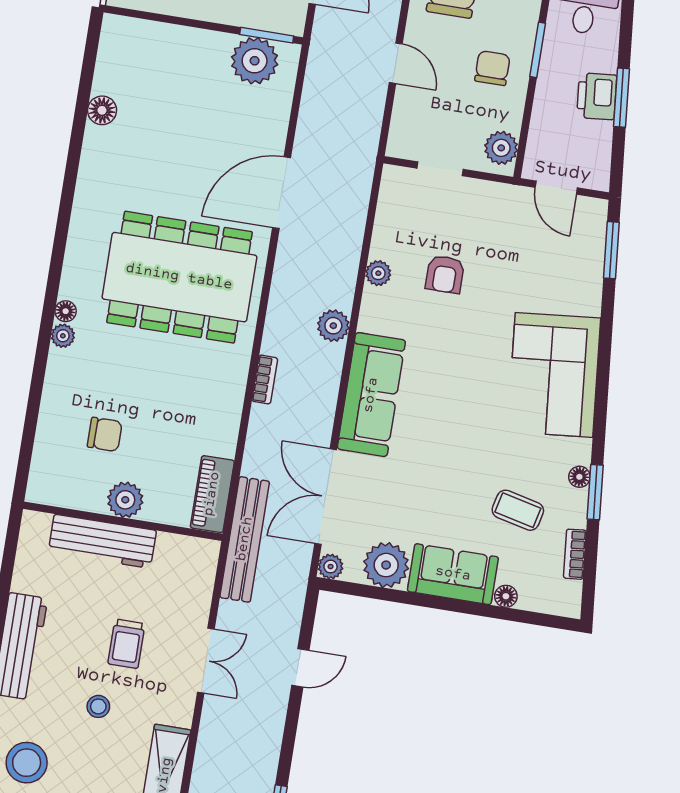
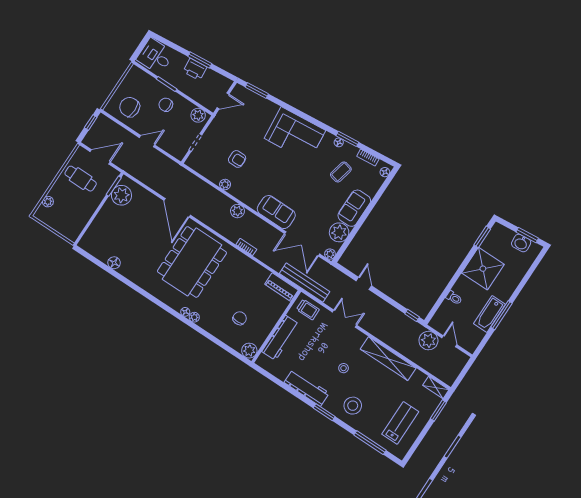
sofa: (371, 395) -> (276, 212), width x0.73
plant: (125, 500) -> (249, 351), moved
floor lamp: (506, 596) -> (385, 172), moved
trolley: (126, 644) -> (308, 309), moved

